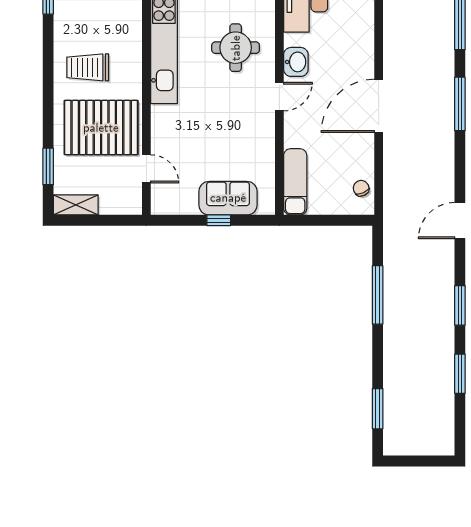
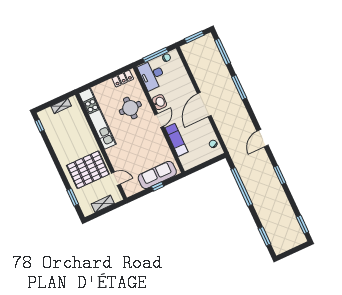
trolley: (88, 67) -> (70, 146), removed
exam couch: (295, 182) -> (176, 140), moved
sofa: (228, 198) -> (157, 175), width x1.36
shelving: (76, 205) -> (103, 204), moved
window: (378, 295) -> (242, 187), width x1.46
window: (460, 374) -> (302, 224), moved

